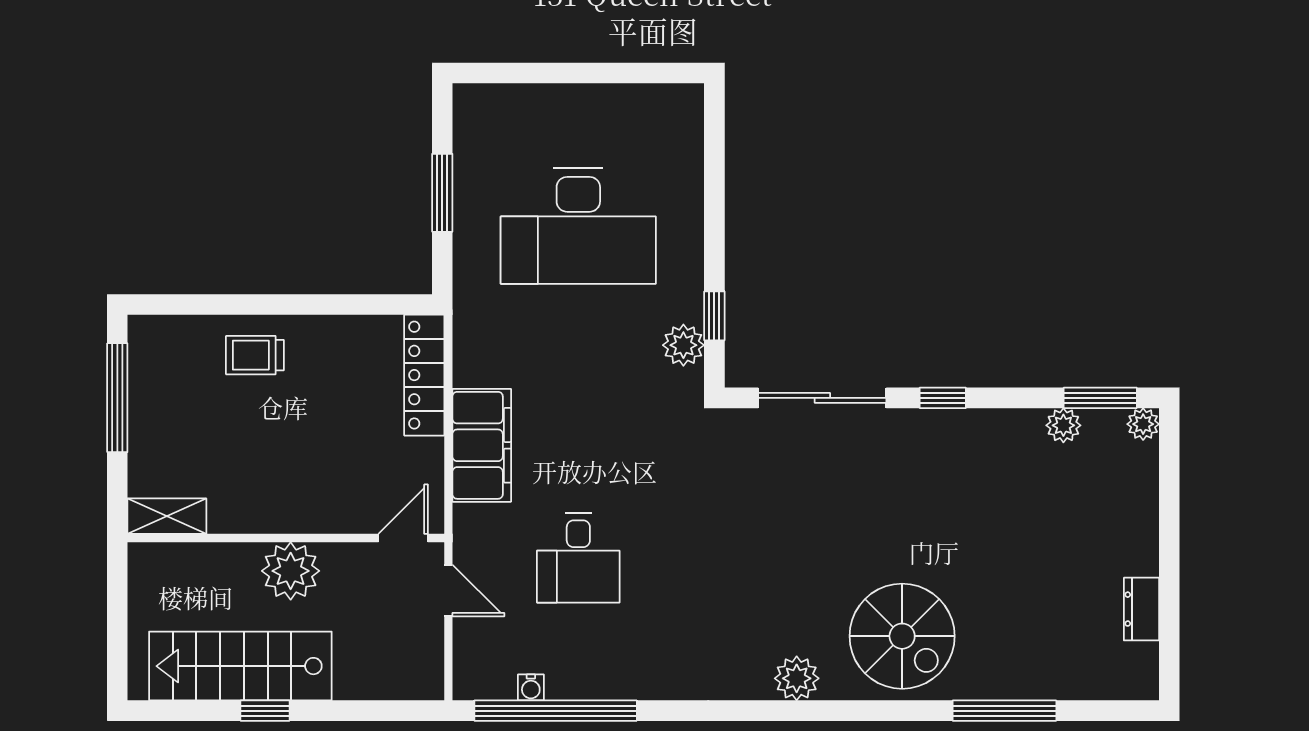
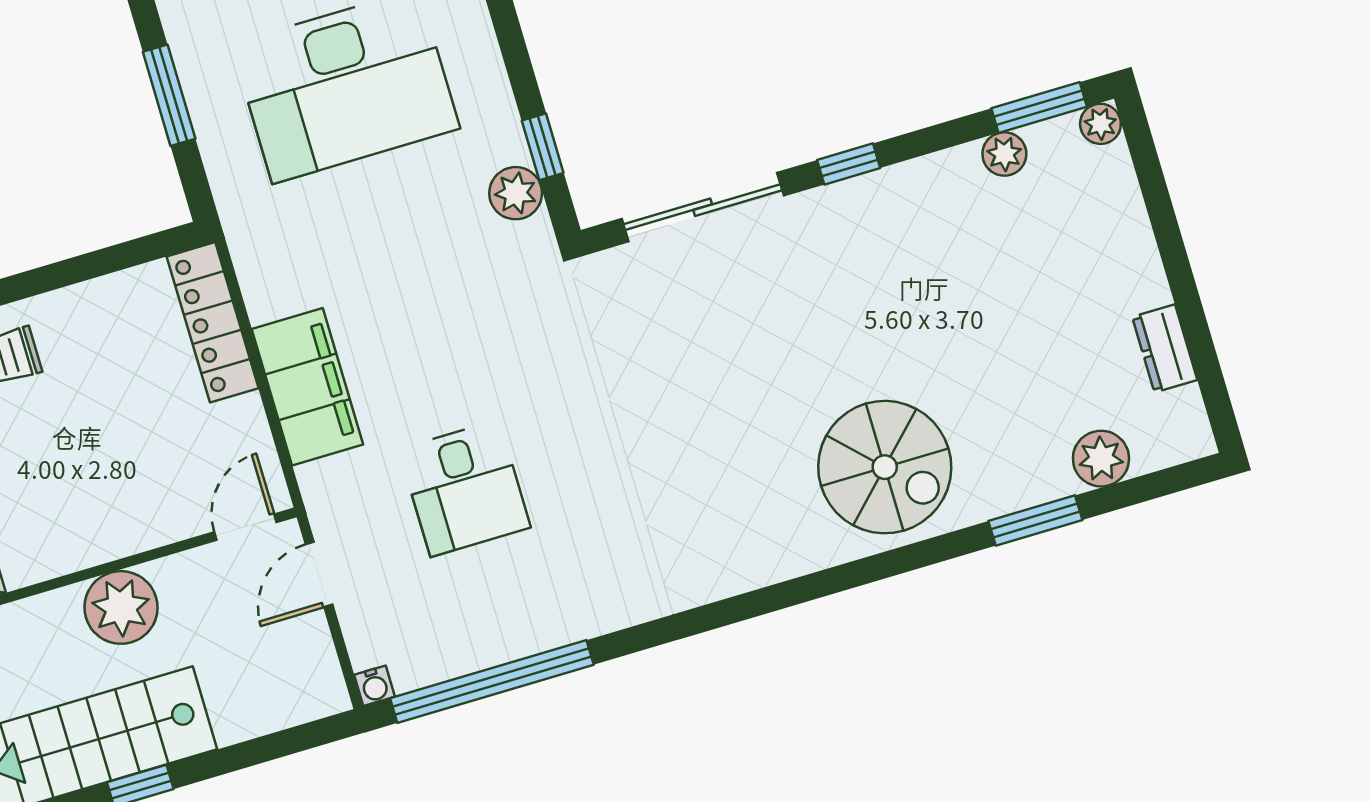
door: (448, 591) -> (319, 575), swing flipped
plant: (797, 678) -> (1101, 459), moved
water cooler: (531, 687) -> (374, 686), moved
window: (1004, 711) -> (1035, 521), width x0.69

